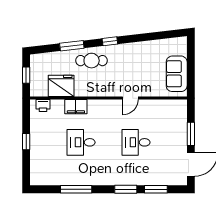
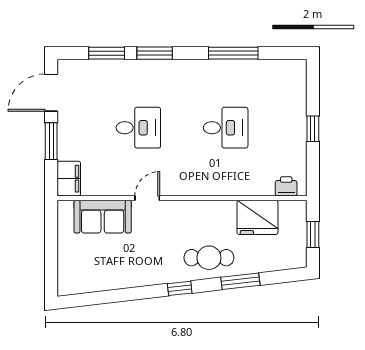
sofa: (177, 74) -> (103, 217), moved, turned 90
filing cabinet: (76, 107) -> (69, 179), moved, turned 90

